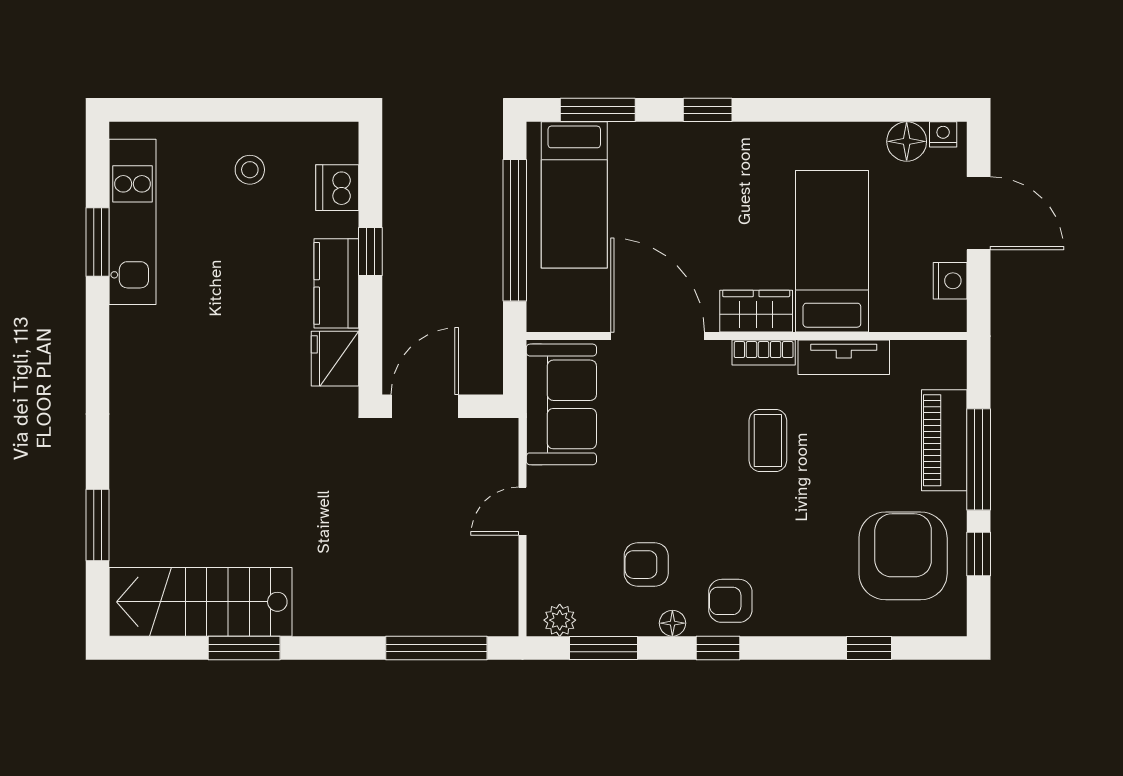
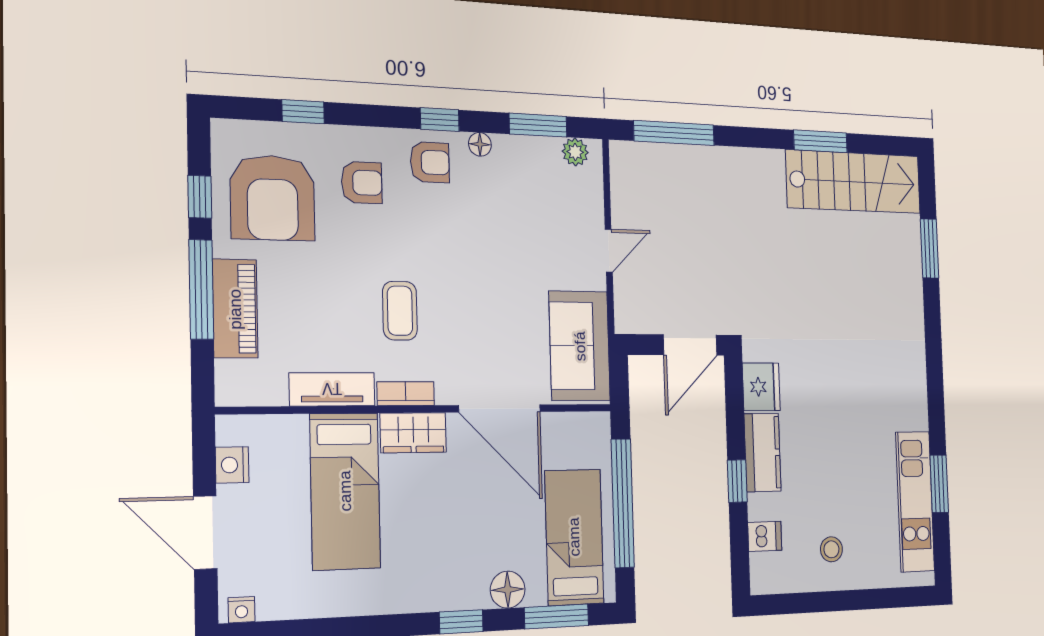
floor lamp: (907, 141) -> (508, 590), moved
dishwasher: (337, 188) -> (765, 536), width x0.73
armchair: (646, 565) -> (362, 183), moved

